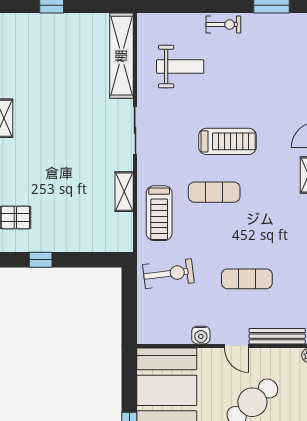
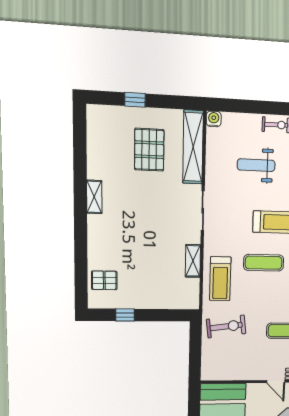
pallet: (69, 61) -> (149, 150), added
weight bench: (180, 67) -> (256, 165), moved, turned 180
water cooler: (201, 335) -> (214, 119), moved, turned 180

